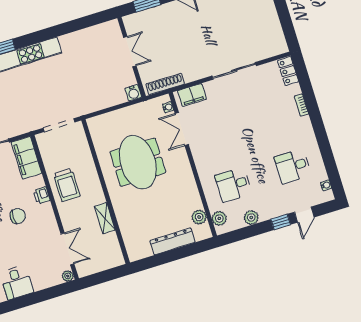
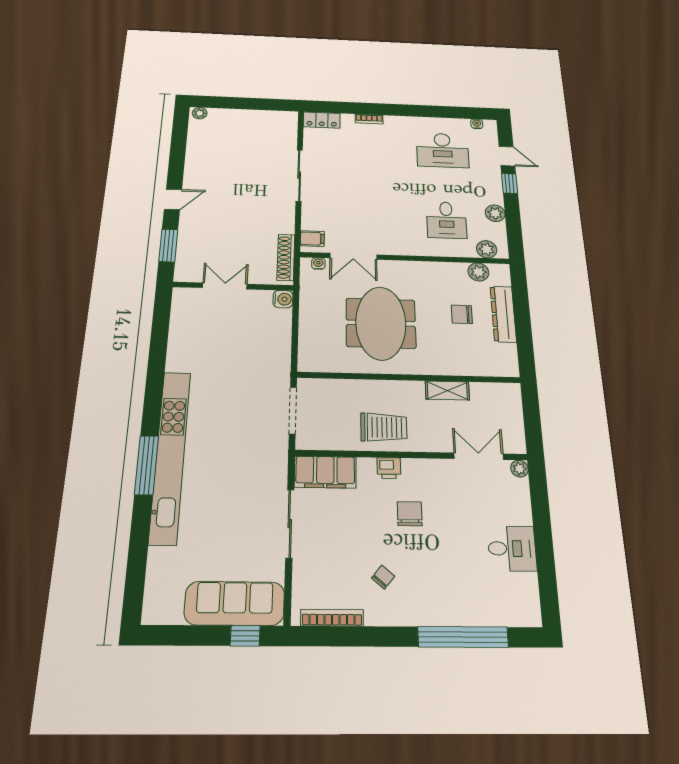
filing cabinet: (192, 95) -> (312, 239), width x0.50
meeting table: (138, 162) -> (381, 323), turned 90
desk: (293, 166) -> (442, 150), width x1.37
chair: (163, 214) -> (462, 314), added

